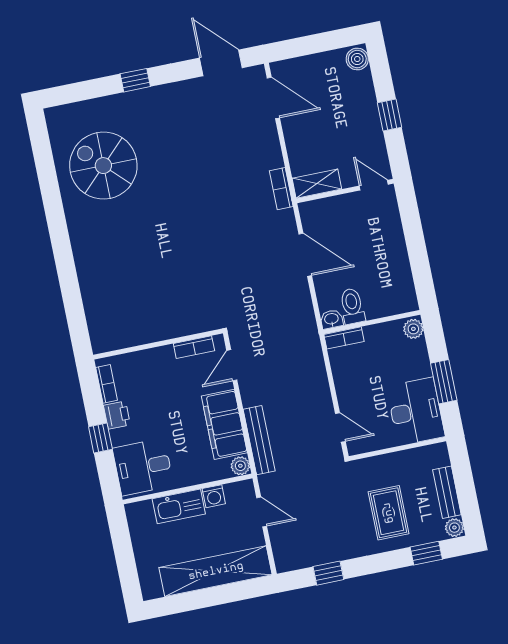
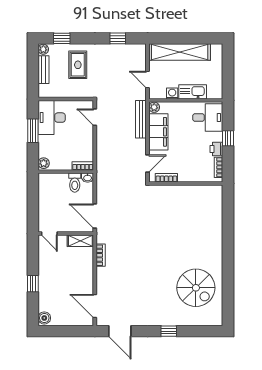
shelving: (317, 184) -> (80, 241), moved
door: (374, 185) -> (49, 234), moved
wall: (345, 191) -> (66, 234), moved

